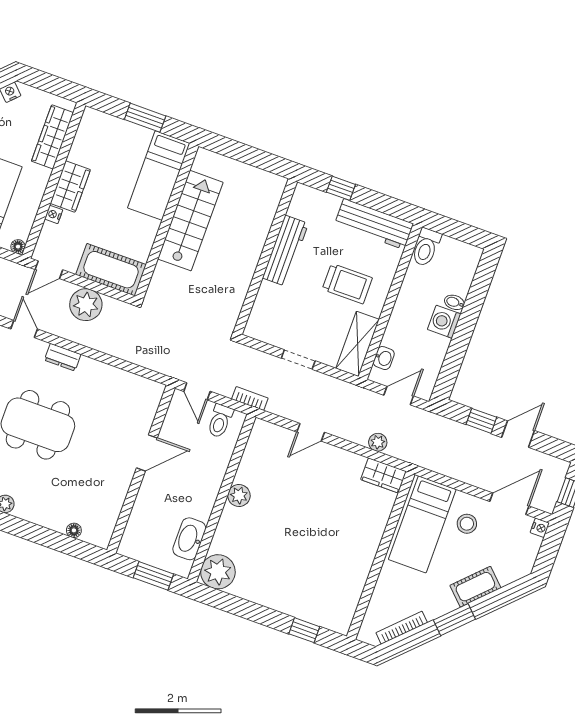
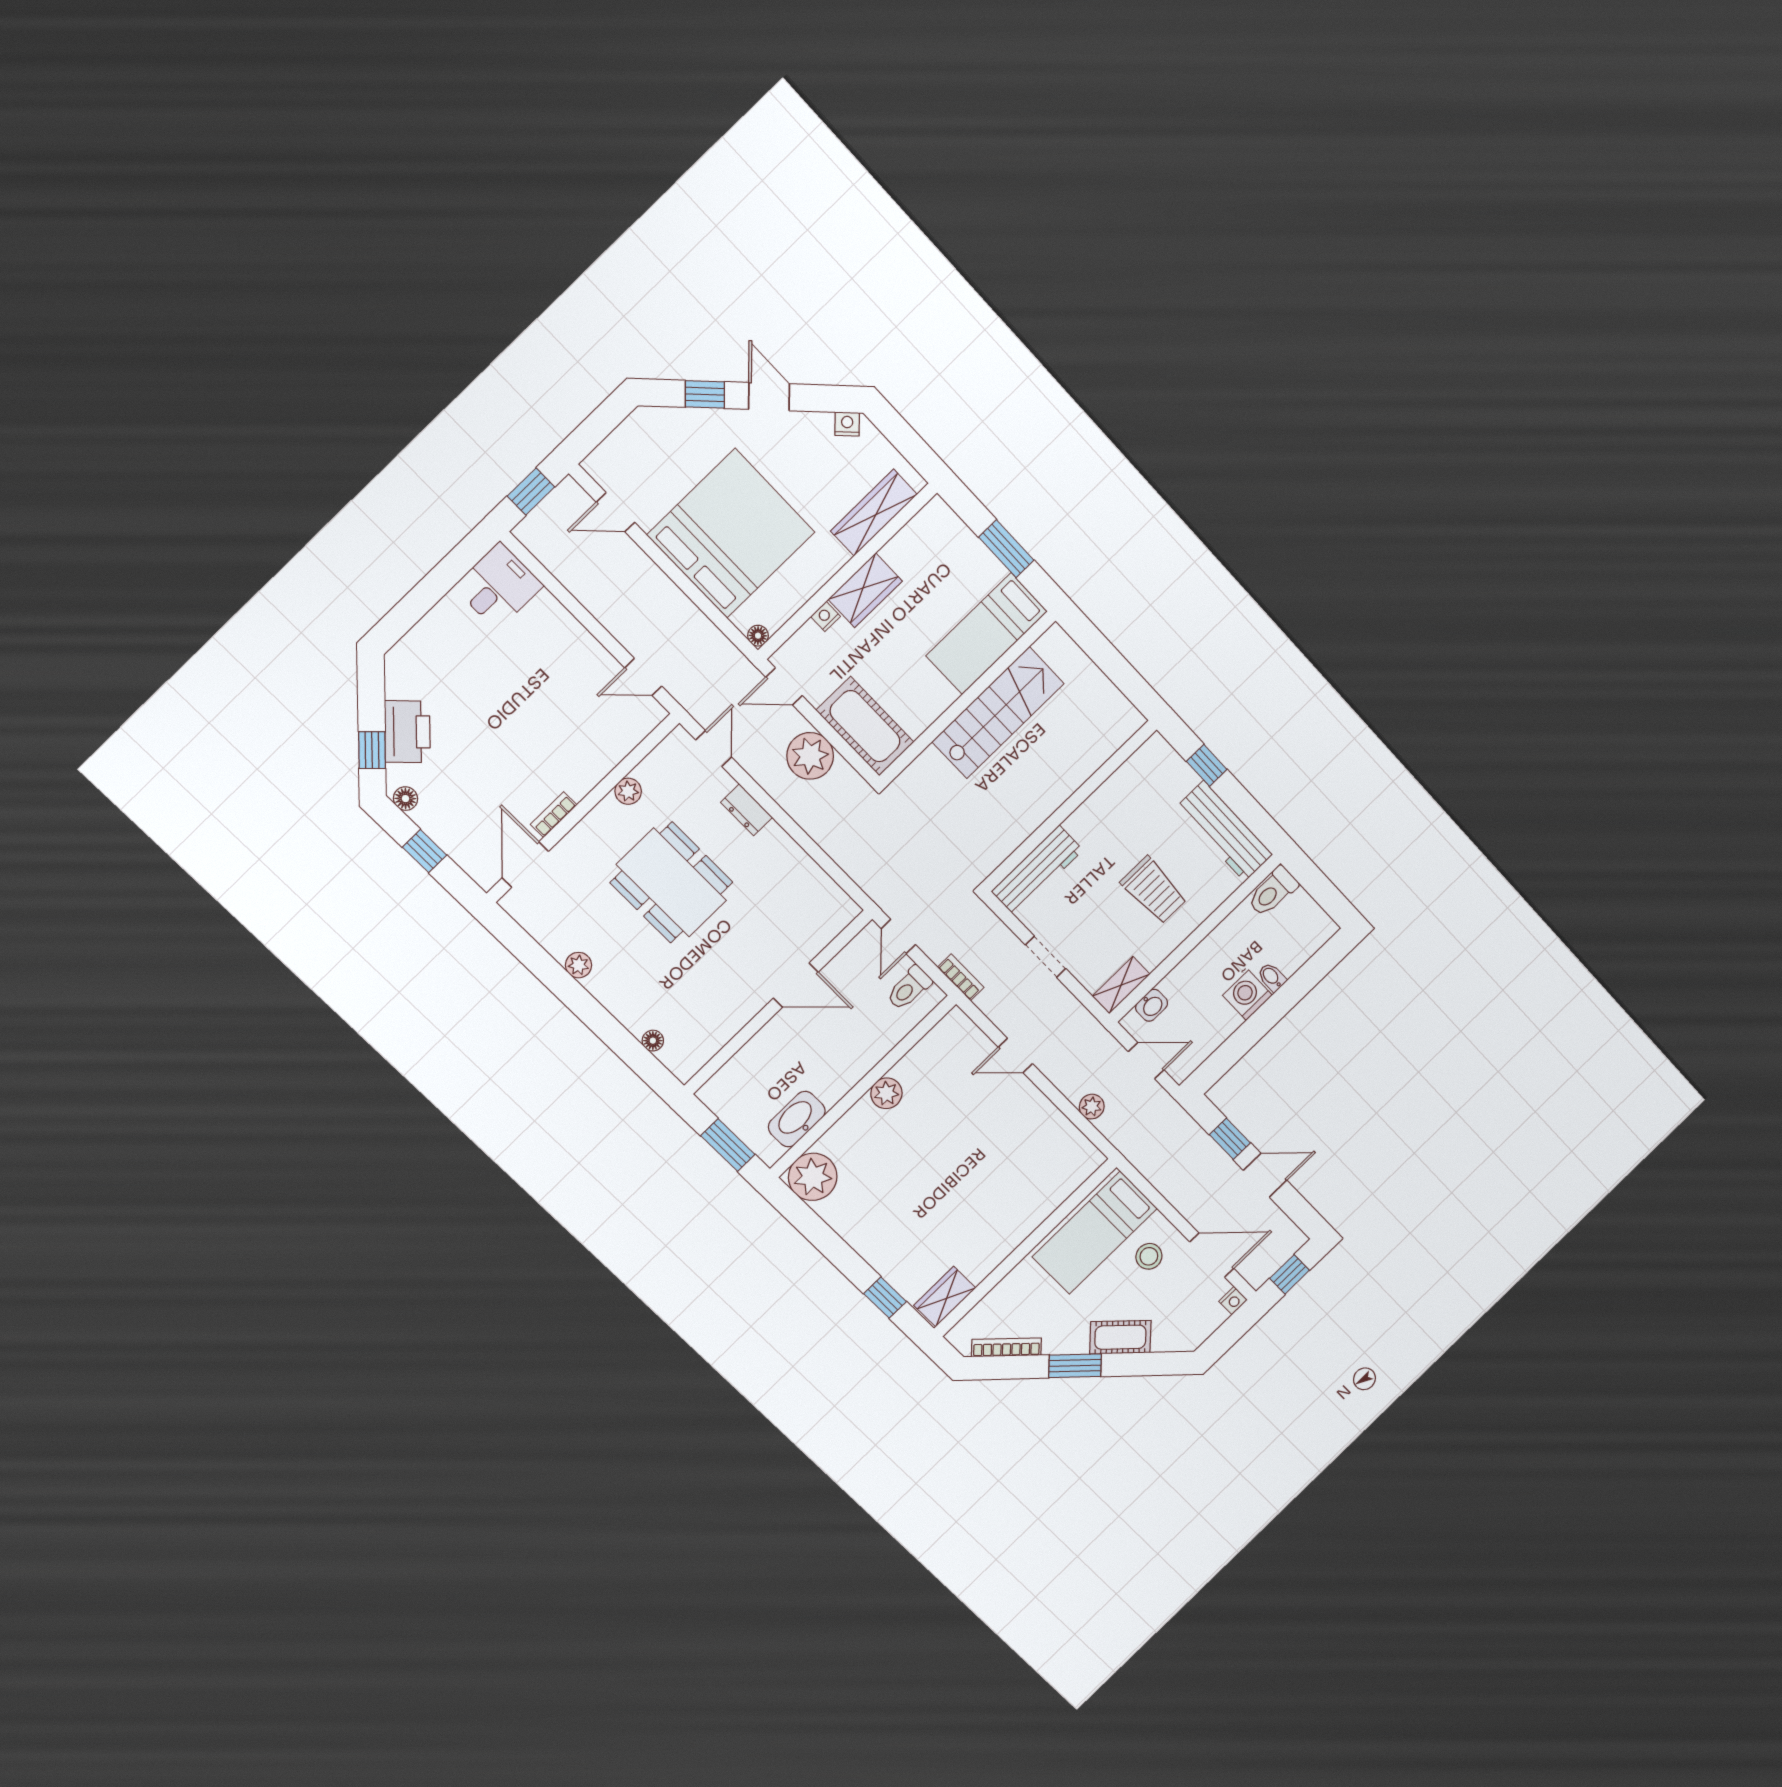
workbench: (285, 251) -> (1037, 871), moved
shelving: (358, 344) -> (1121, 985), width x0.67, depth x0.75
wardrobe: (384, 475) -> (945, 1297), moved, turned 90

